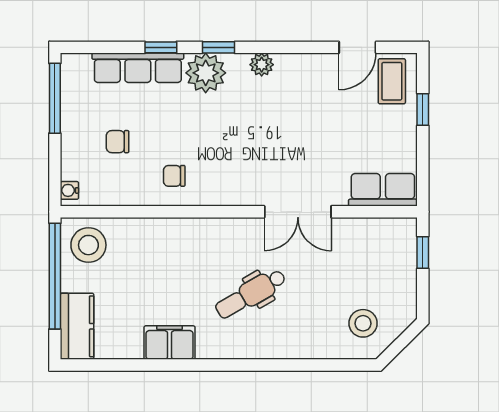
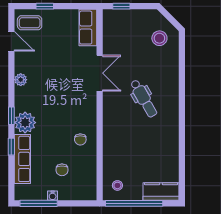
plant: (262, 65) -> (21, 80), moved
water cooler: (69, 190) -> (53, 196), moved
stool: (88, 245) -> (117, 185), width x0.53, depth x0.53
filing cabinet: (170, 343) -> (170, 142), removed

